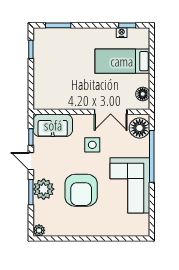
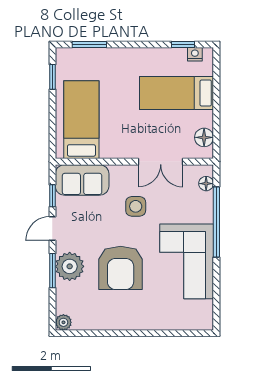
nightstand: (122, 33) -> (195, 54), moved
bed: (52, 81) -> (81, 120), added
floor lamp: (140, 128) -> (206, 184), width x0.53, depth x0.53
door: (31, 161) -> (52, 229), hinge flipped

